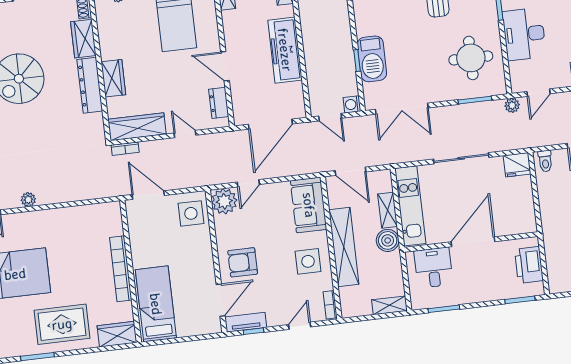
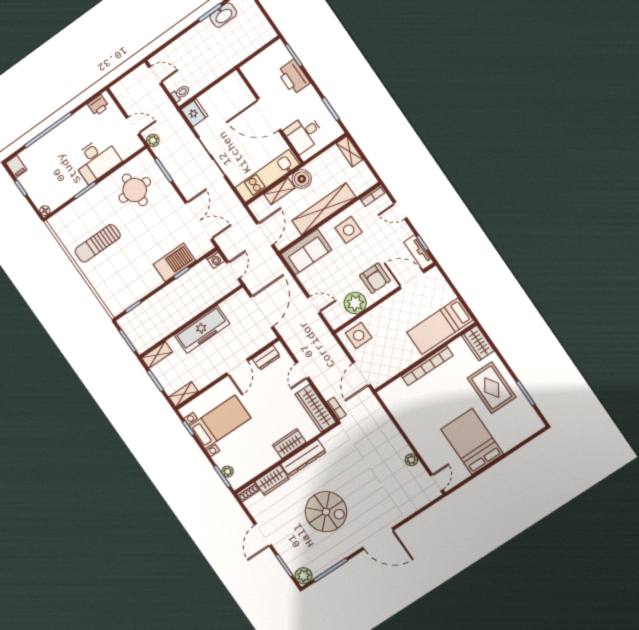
door: (270, 124) -> (262, 312), hinge flipped
plant: (224, 201) -> (355, 303), moved
printer: (529, 265) -> (294, 77), moved, turned 90

